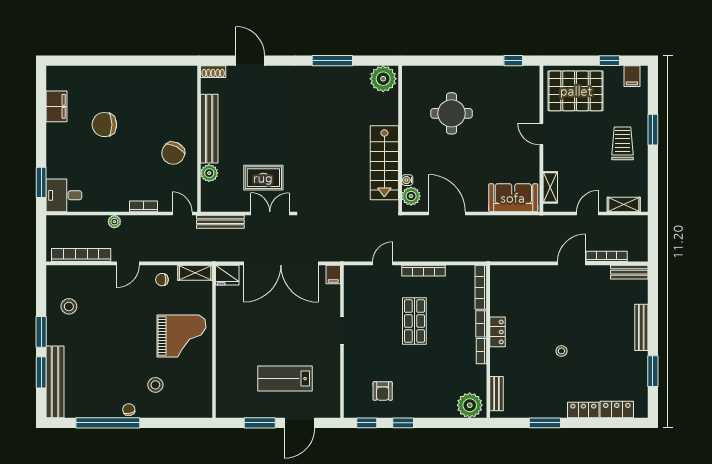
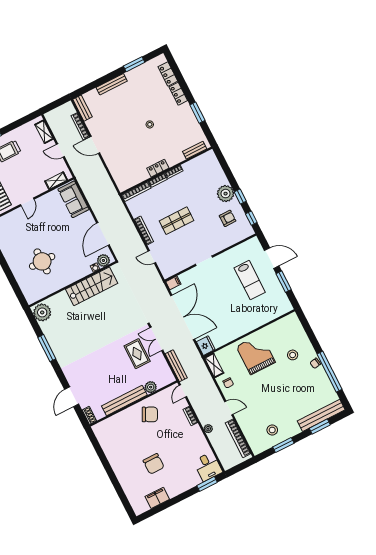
window: (41, 332) -> (283, 445), moved
plant: (470, 405) -> (226, 194), moved

